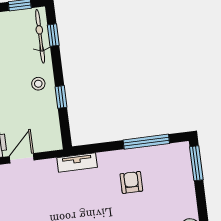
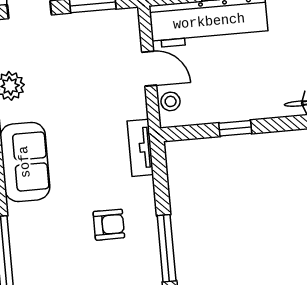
stool: (38, 84) -> (171, 101), moved

